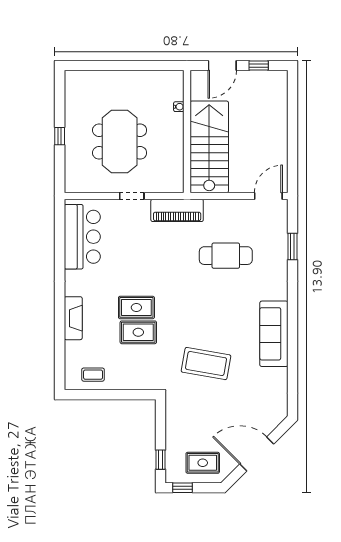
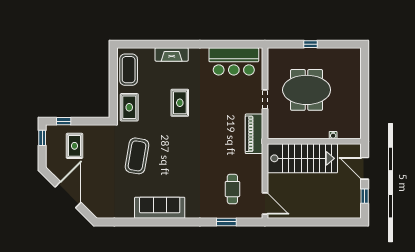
cafe table: (226, 256) -> (232, 189), moved, width x0.73, depth x0.74
rug: (138, 332) -> (129, 107), moved
coffee table: (93, 375) -> (129, 70), width x1.86, depth x1.72
rug: (203, 463) -> (75, 146), moved

